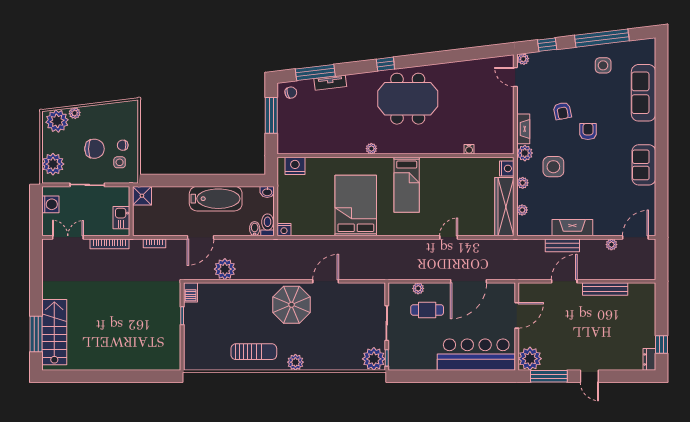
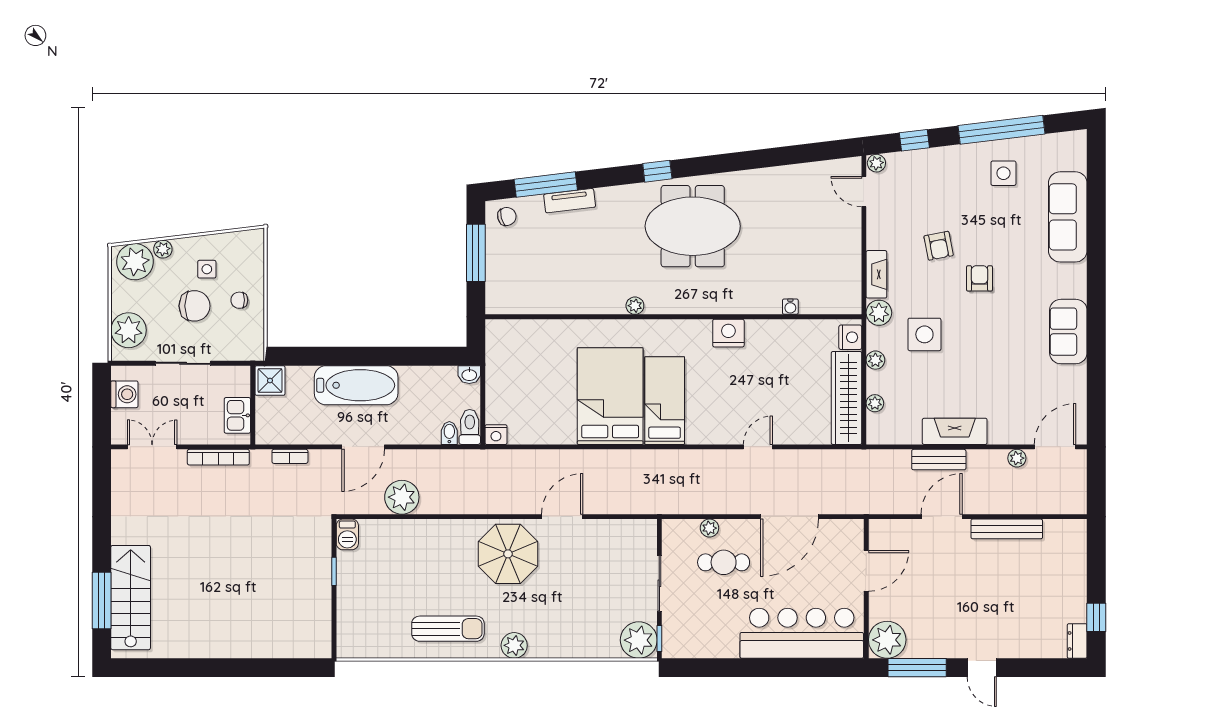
side table: (120, 162) -> (207, 269), moved
nightstand: (295, 166) -> (728, 333), moved
bed: (407, 185) -> (665, 401), moved, turned 180
bathtub: (216, 199) -> (356, 385), moved

